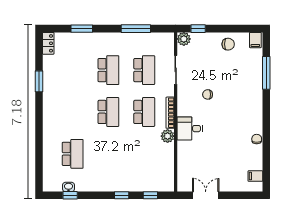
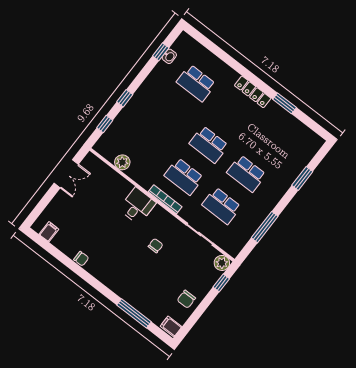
locker: (48, 43) -> (253, 92), moved, width x1.53
plant: (168, 136) -> (122, 162), moved

